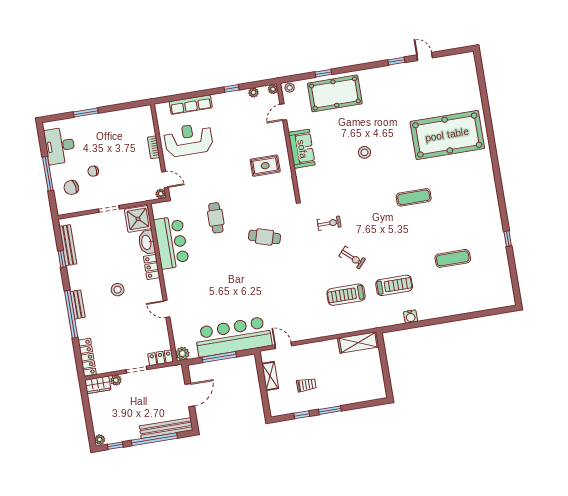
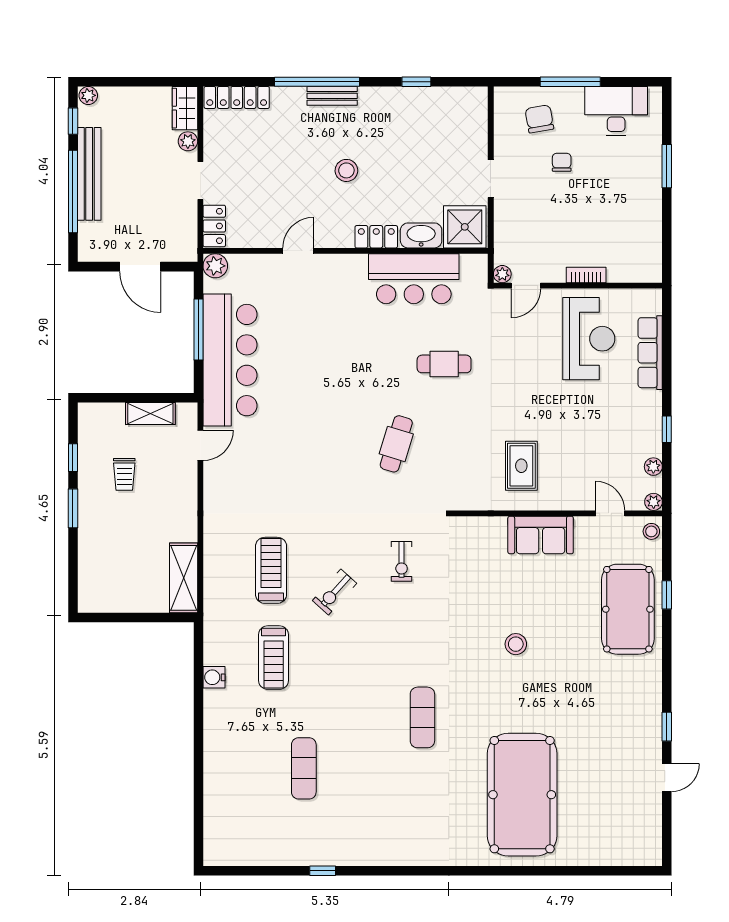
bench: (68, 245) -> (439, 96), removed
bench: (166, 428) -> (89, 174), moved

